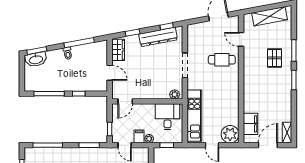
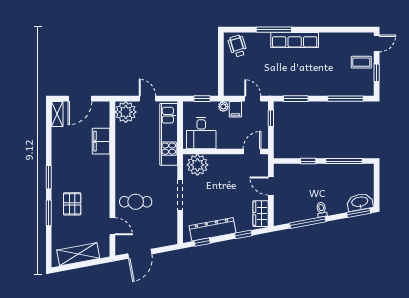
plant: (175, 94) -> (197, 165), width x1.88, depth x1.88
filing cabinet: (250, 124) -> (101, 141), moved

